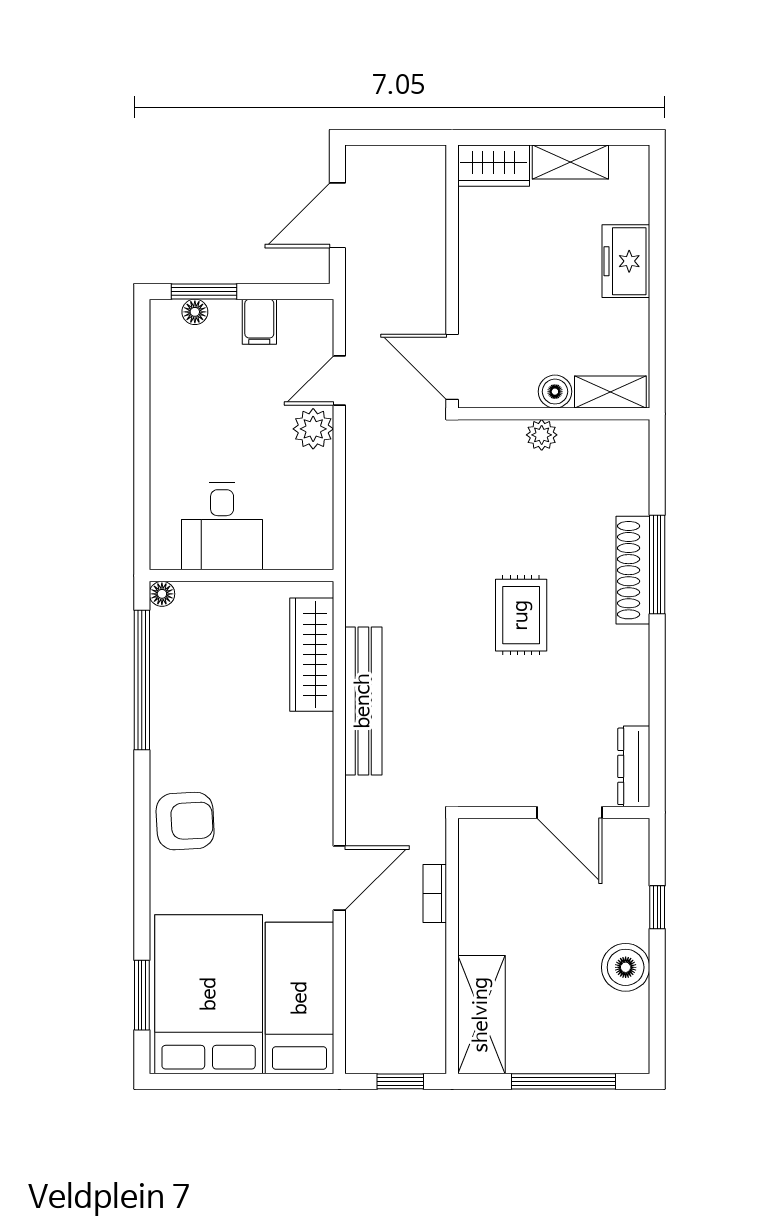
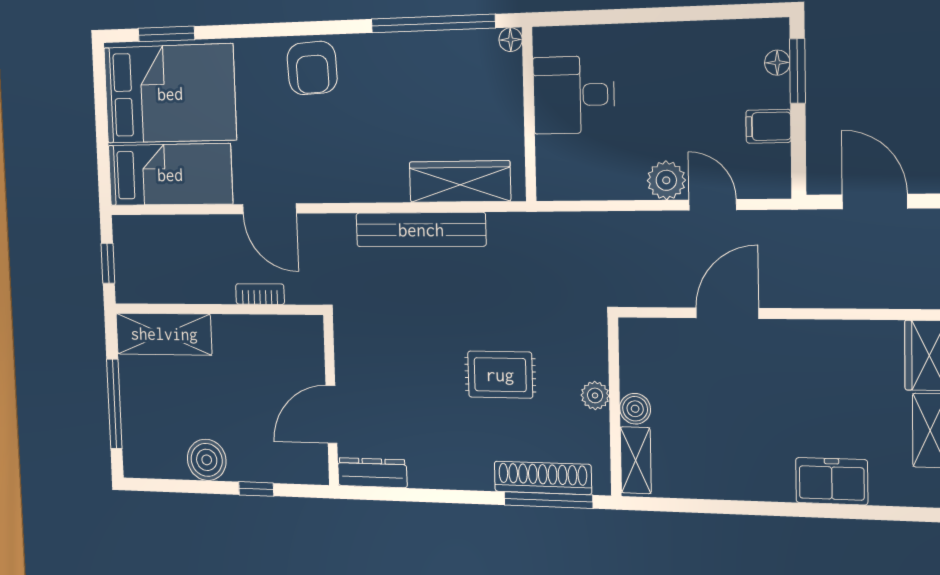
boiler: (555, 392) -> (635, 409), moved
shelving: (610, 392) -> (636, 460), moved
wall: (554, 414) -> (615, 407), moved
plant: (542, 435) -> (595, 395), moved

